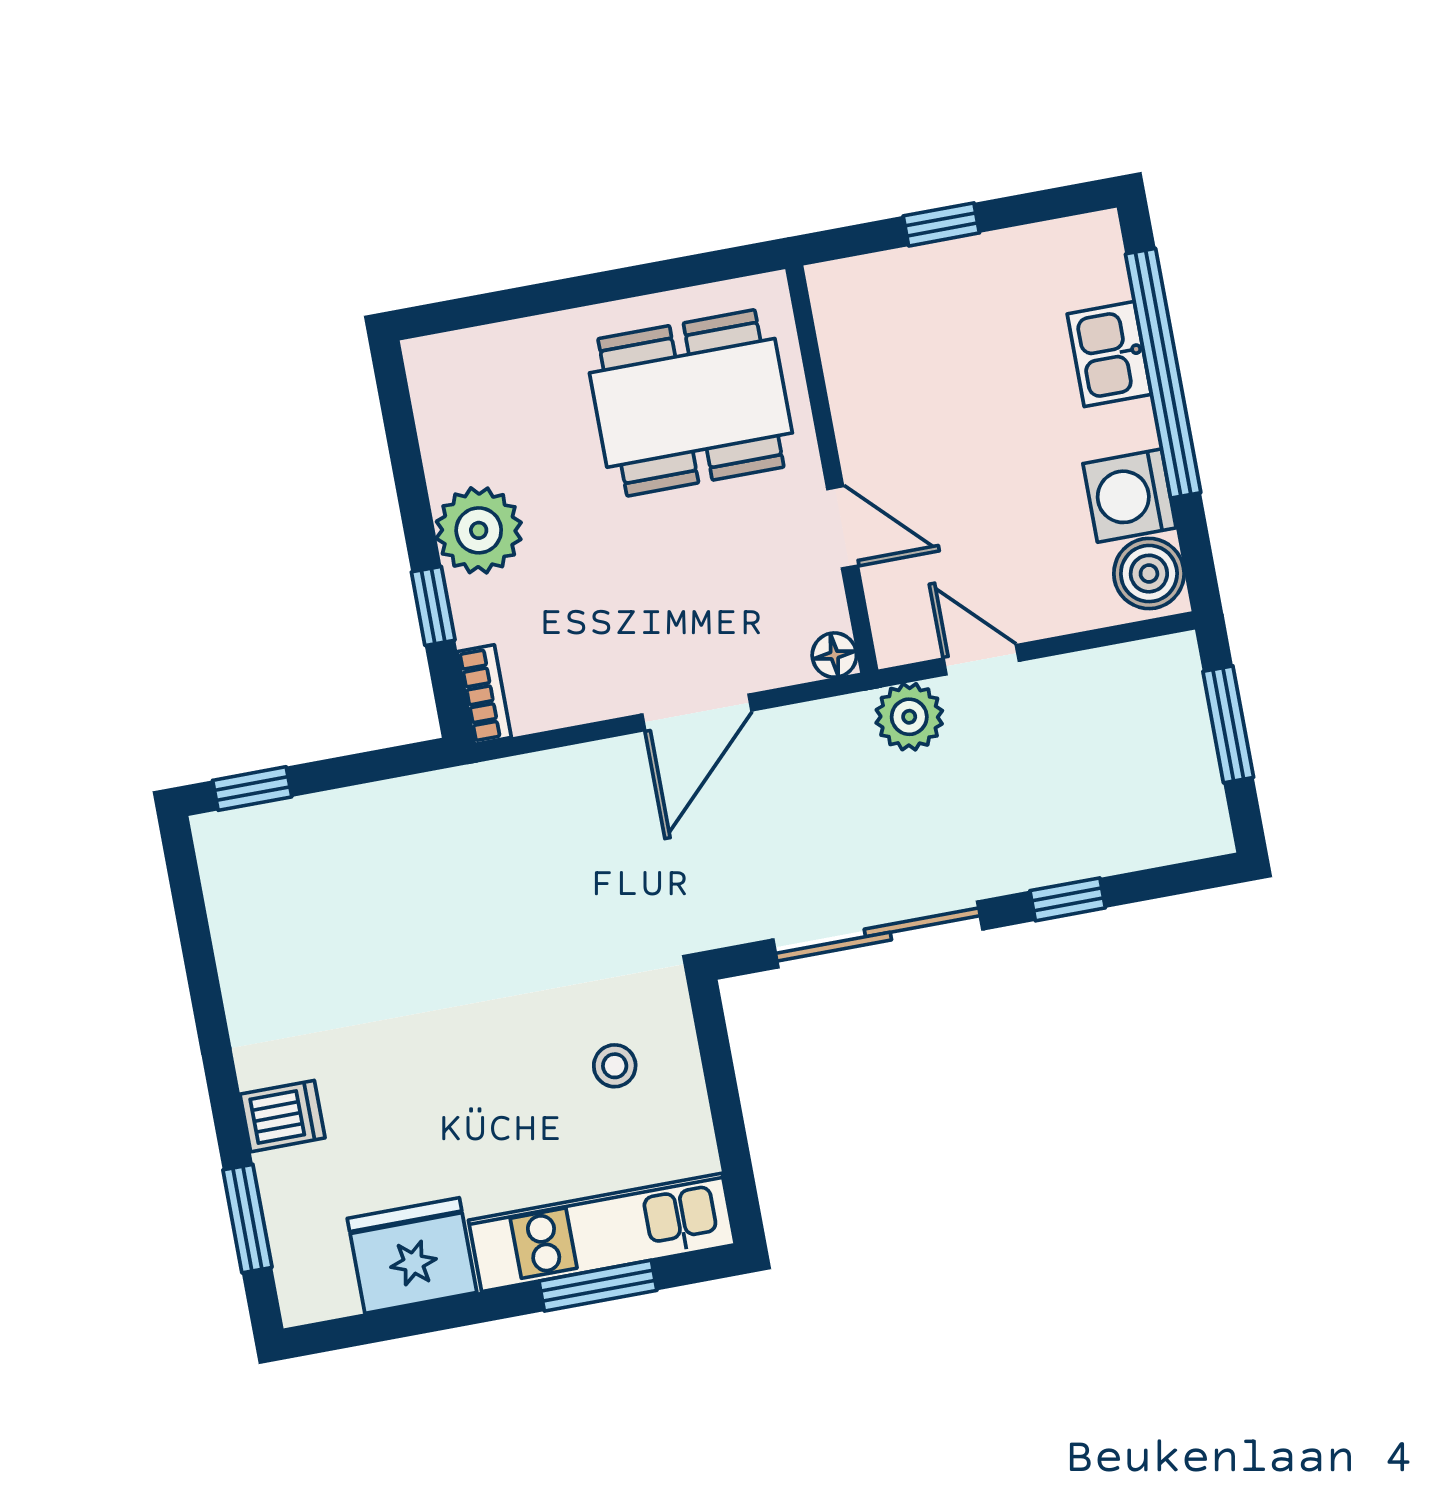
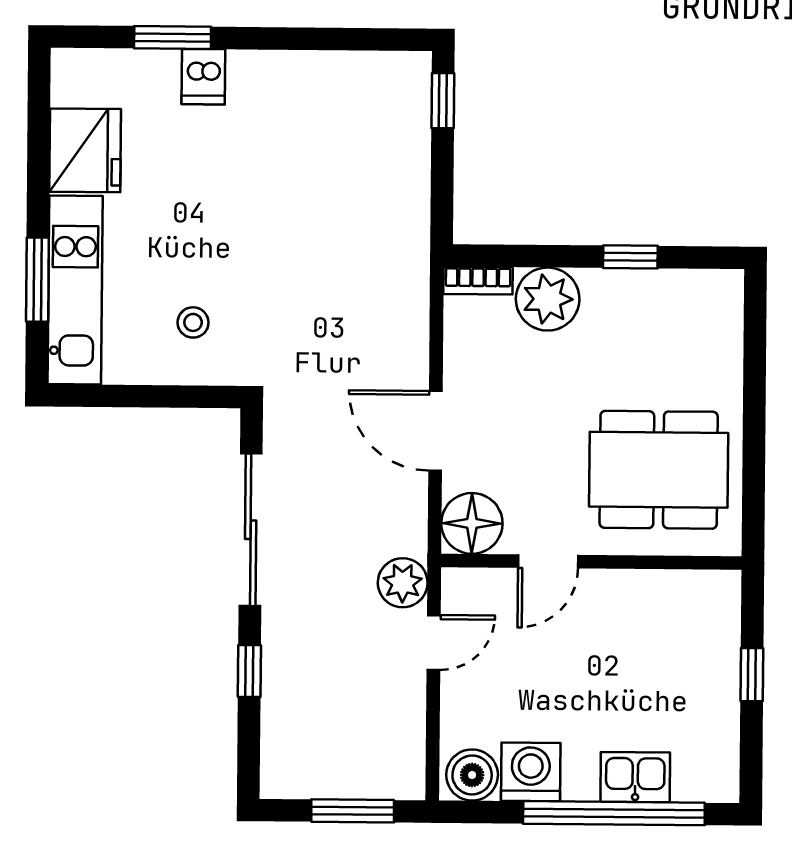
dining table: (691, 403) -> (659, 470), turned 90
plant: (479, 530) -> (548, 299), moved
window: (433, 606) -> (630, 257), moved
floor lamp: (834, 655) -> (472, 523), width x1.89, depth x1.89
window: (247, 1219) -> (173, 38), moved

